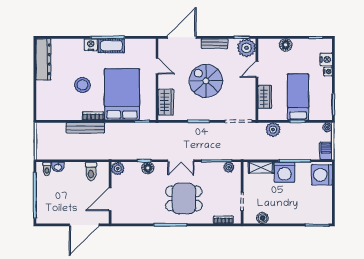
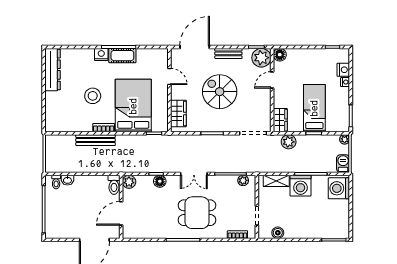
floor lamp: (286, 45) -> (280, 55), moved
wardrobe: (265, 97) -> (280, 120), moved
toilet: (91, 171) -> (114, 185), moved

